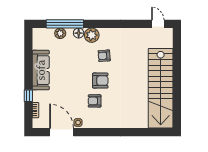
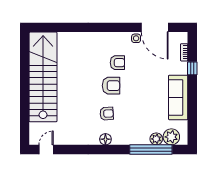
door: (158, 24) -> (46, 149), swing flipped
floor lamp: (79, 33) -> (105, 139), moved
plant: (92, 35) -> (171, 137), moved
armchair: (100, 81) -> (111, 86), turned 180

